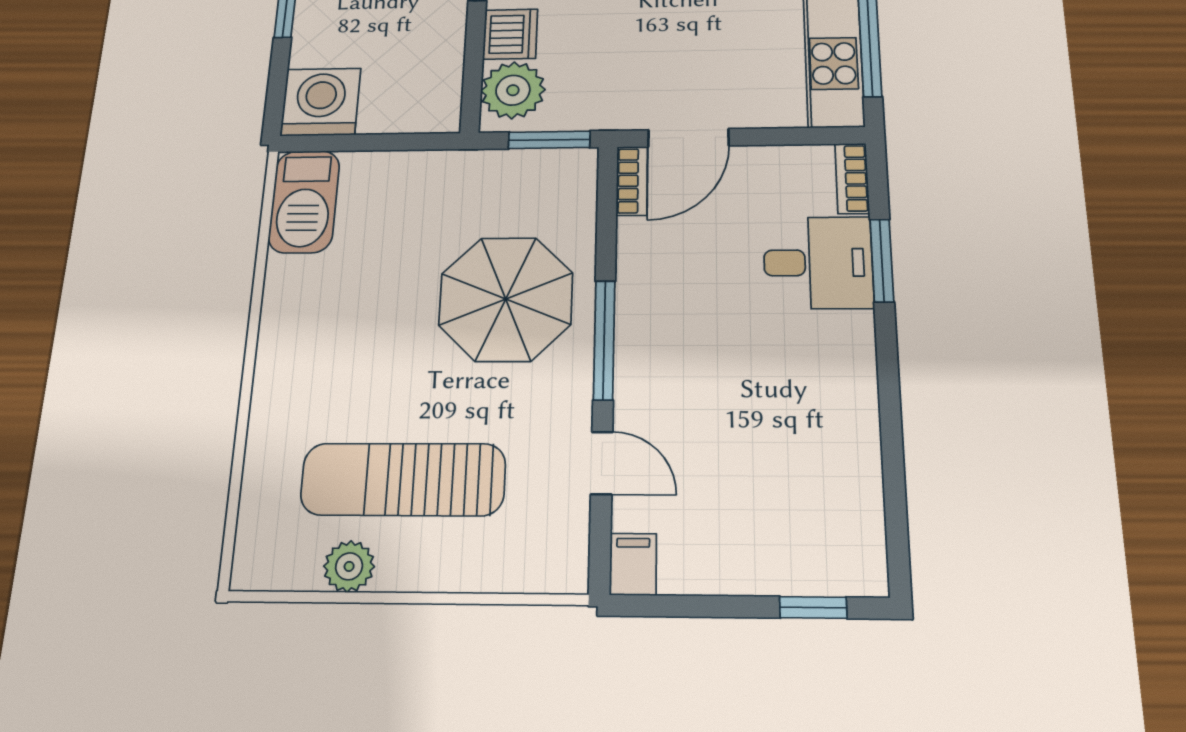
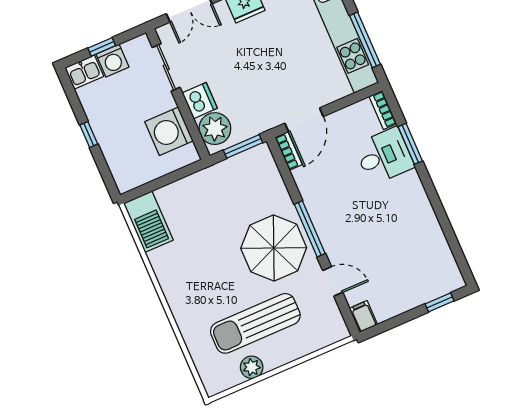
washing machine: (321, 102) -> (169, 131), moved, turned -90
parasol: (506, 299) -> (274, 248), moved

